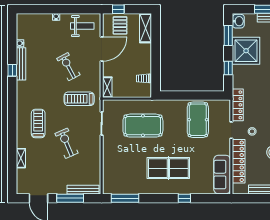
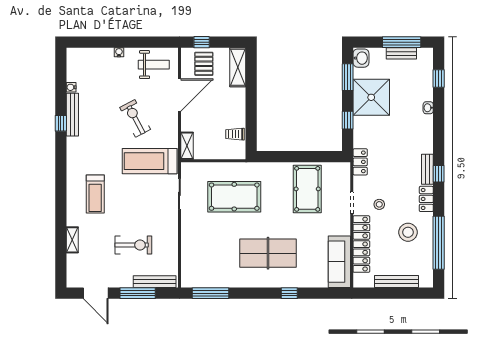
treadmill: (79, 99) -> (150, 161), width x1.37, depth x1.38
locker: (238, 105) -> (360, 162), width x0.66
treadmill: (38, 124) -> (95, 194), turned 180
exercise bike: (67, 143) -> (133, 245), moved, turned 113

